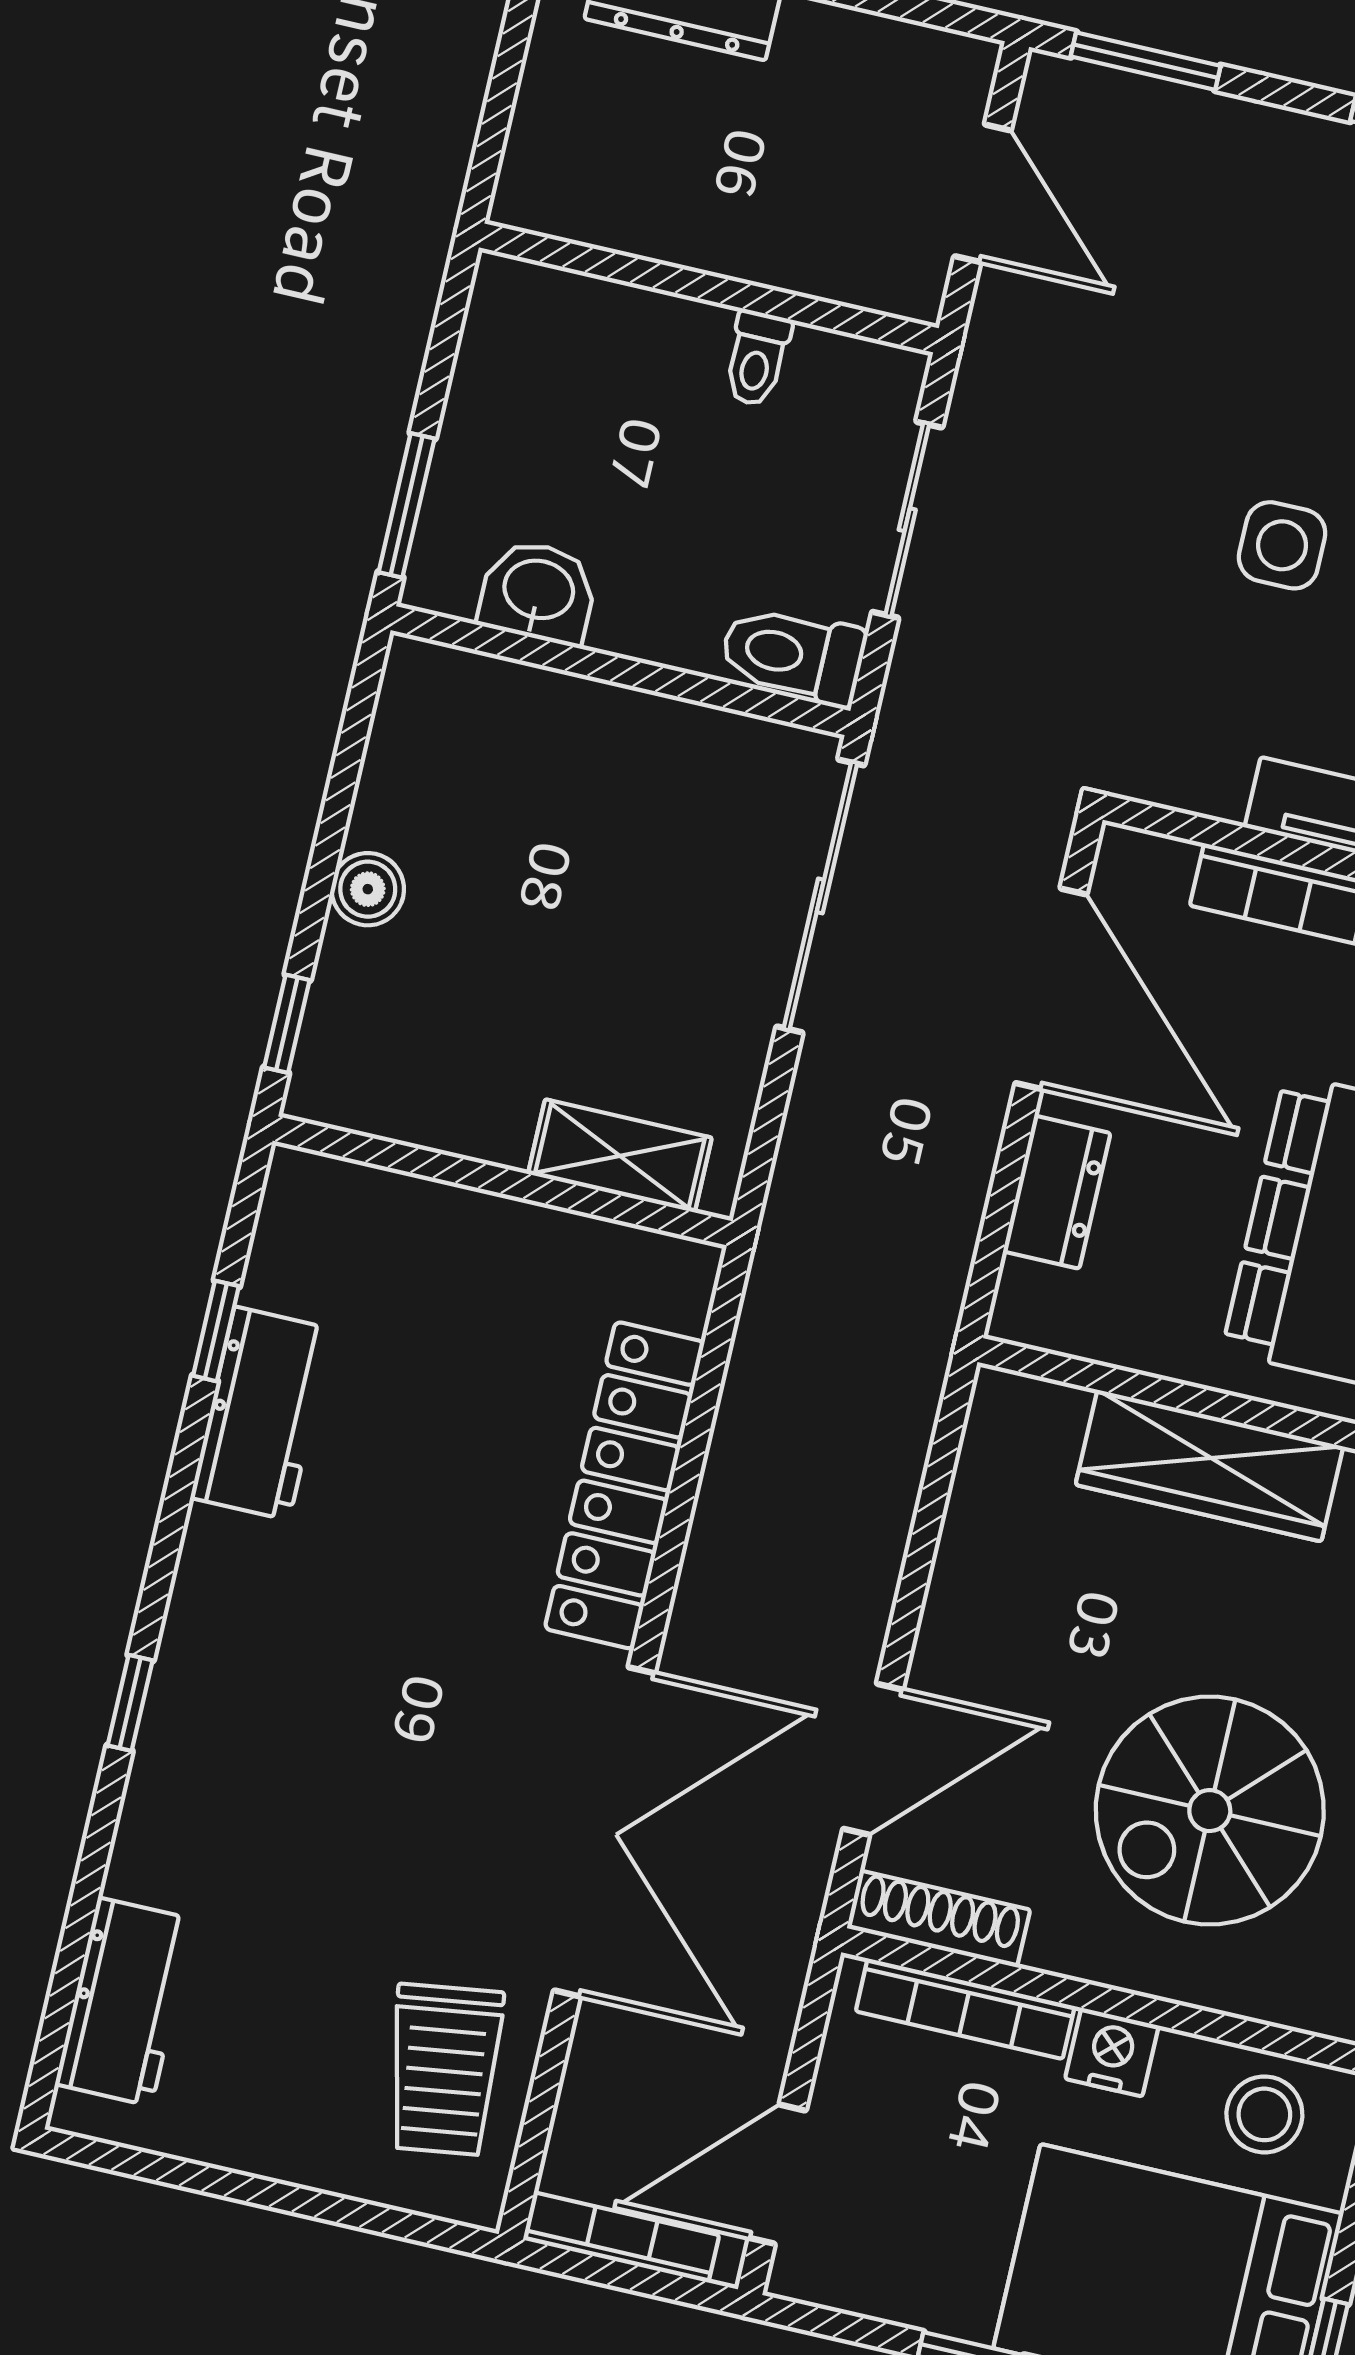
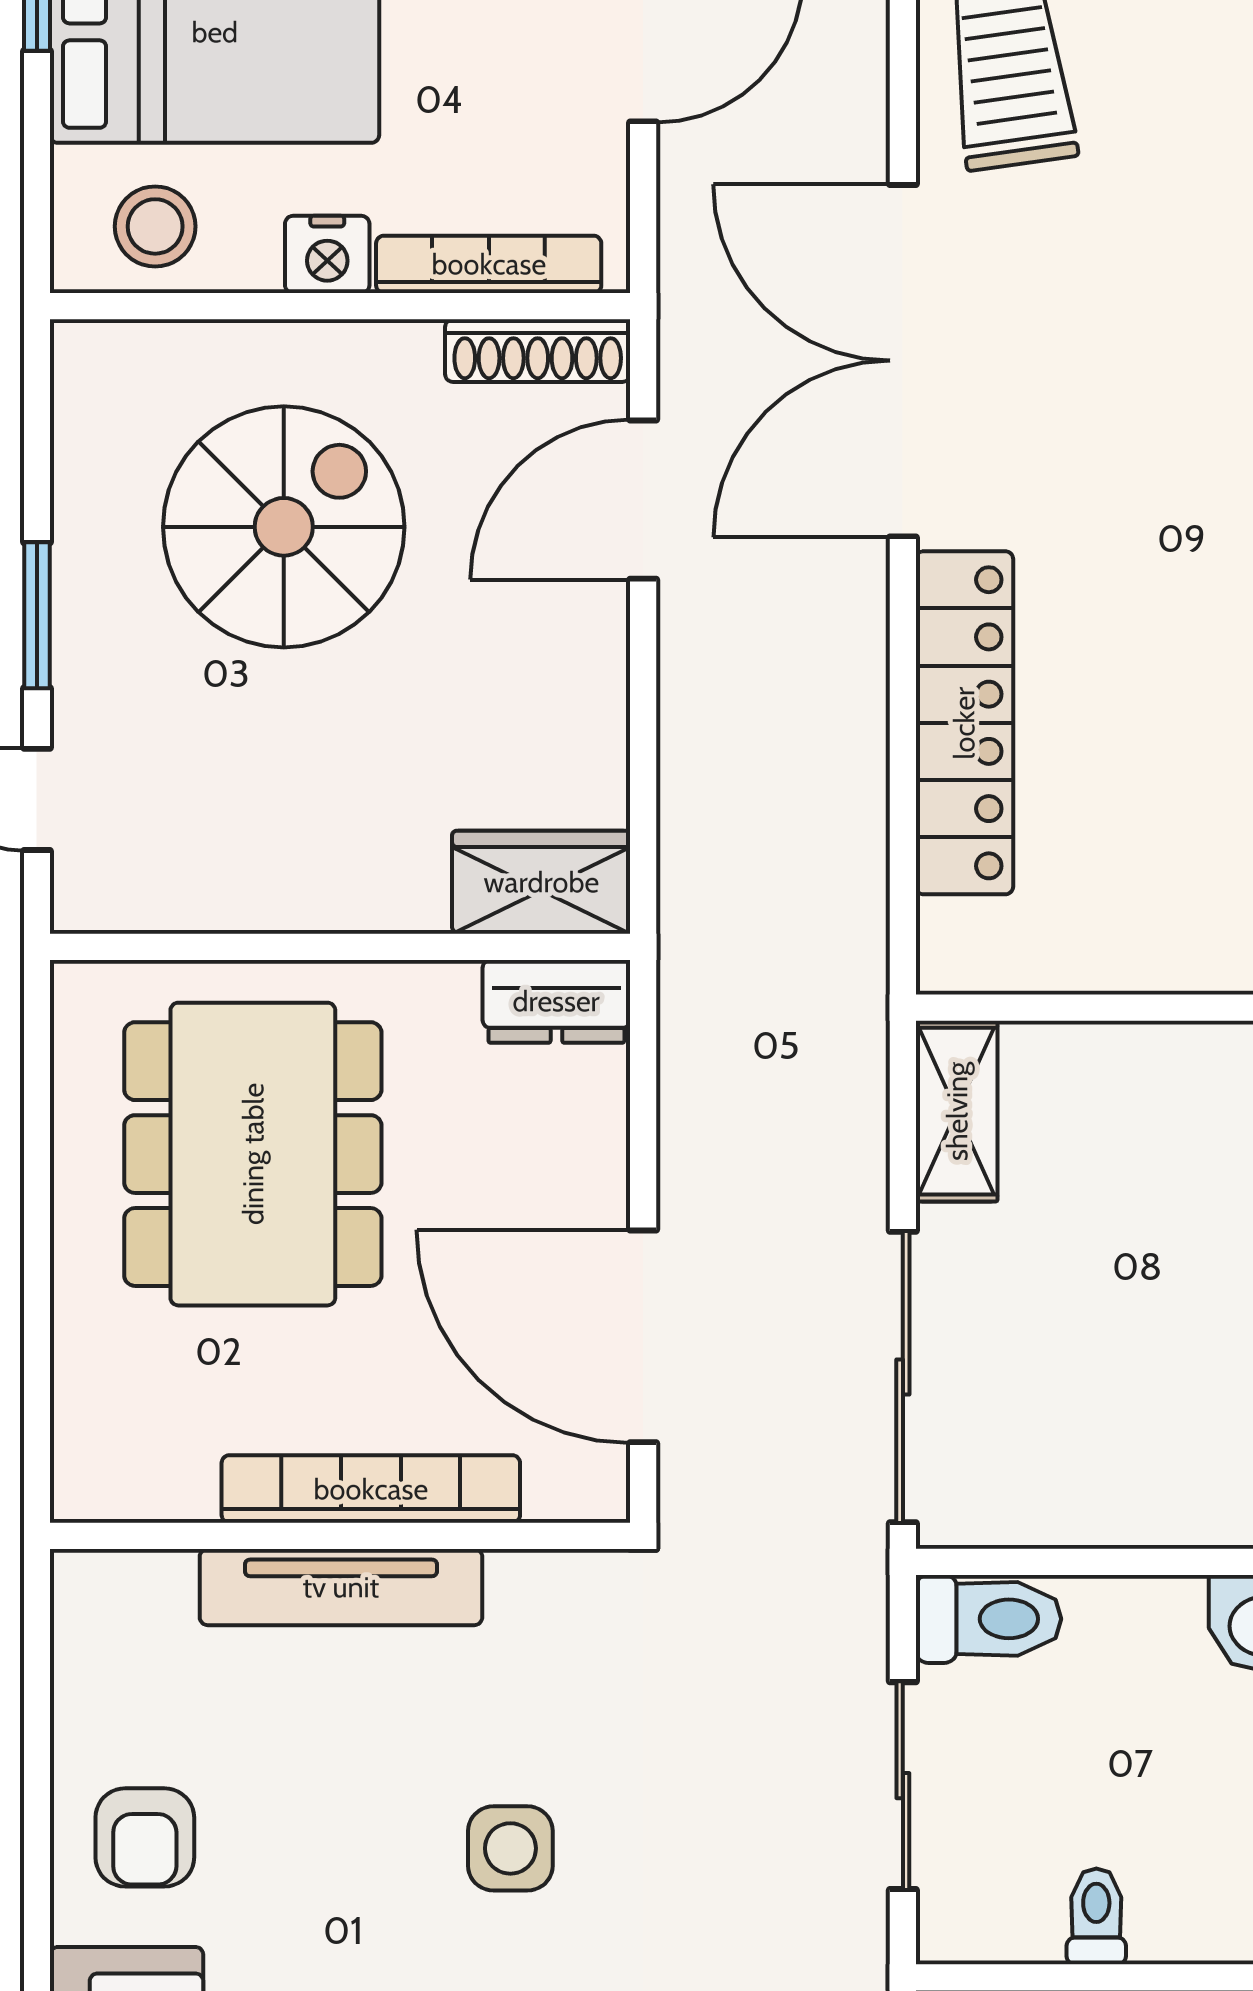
shelving: (620, 1156) -> (957, 1111), moved, turned 90
dresser: (1057, 1192) -> (556, 1001), moved, turned -90
wardrobe: (1209, 1466) -> (541, 882), moved, width x0.67

